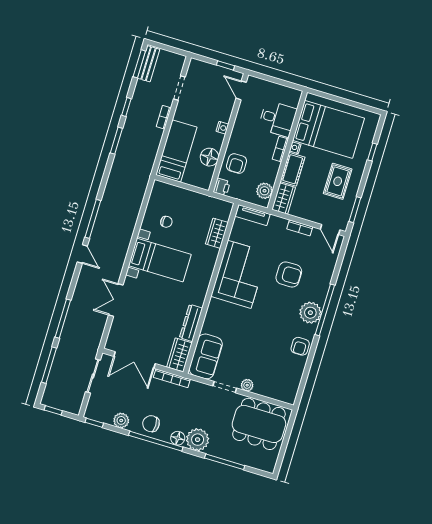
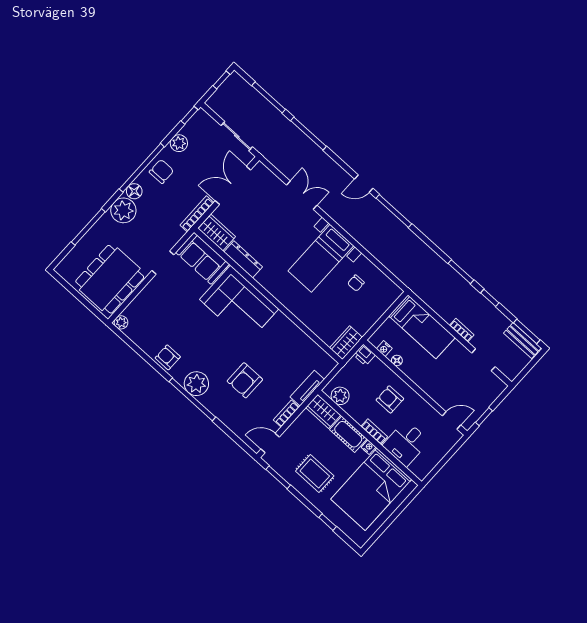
nightstand: (222, 128) -> (384, 349), moved
floor lamp: (209, 157) -> (397, 360), width x0.53, depth x0.53
armchair: (237, 164) -> (390, 399), moved
tv unit: (253, 215) -> (307, 388), moved
wardrobe: (217, 233) -> (346, 343), moved, turned -90
corner sofa: (239, 274) -> (239, 304), moved
plant: (247, 385) -> (121, 322), moved

